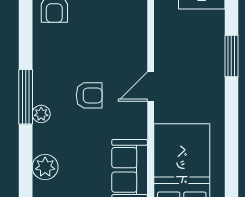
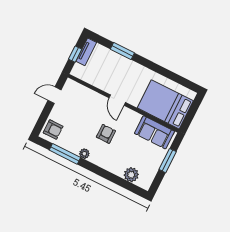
window: (26, 97) -> (65, 154), moved
plant: (41, 114) -> (84, 154), moved

